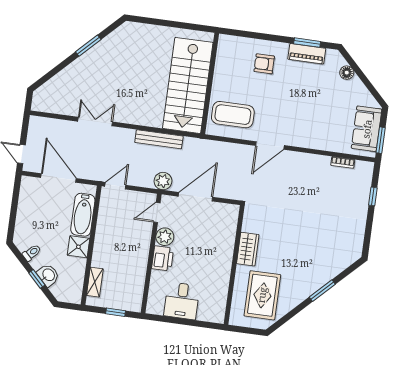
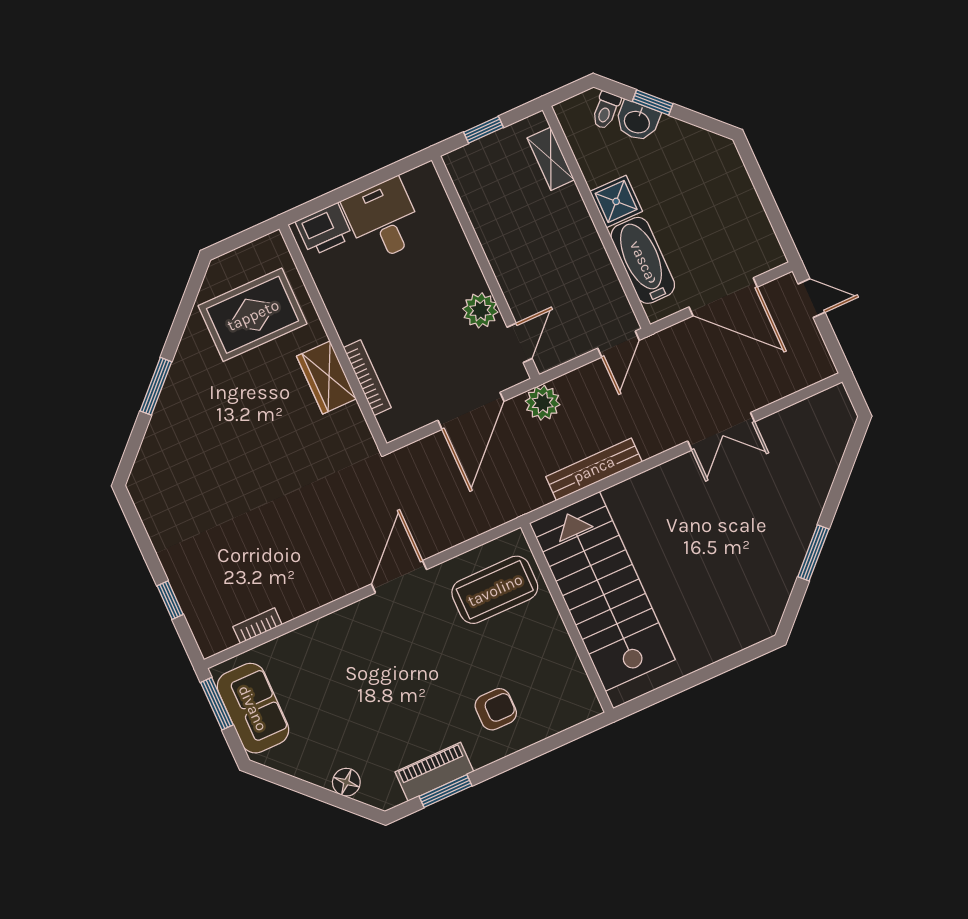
bookcase: (231, 238) -> (367, 378), added
toilet: (32, 253) -> (606, 110), moved
printer: (163, 258) -> (324, 230), moved, turned -90
rug: (262, 295) -> (253, 315), turned 90

